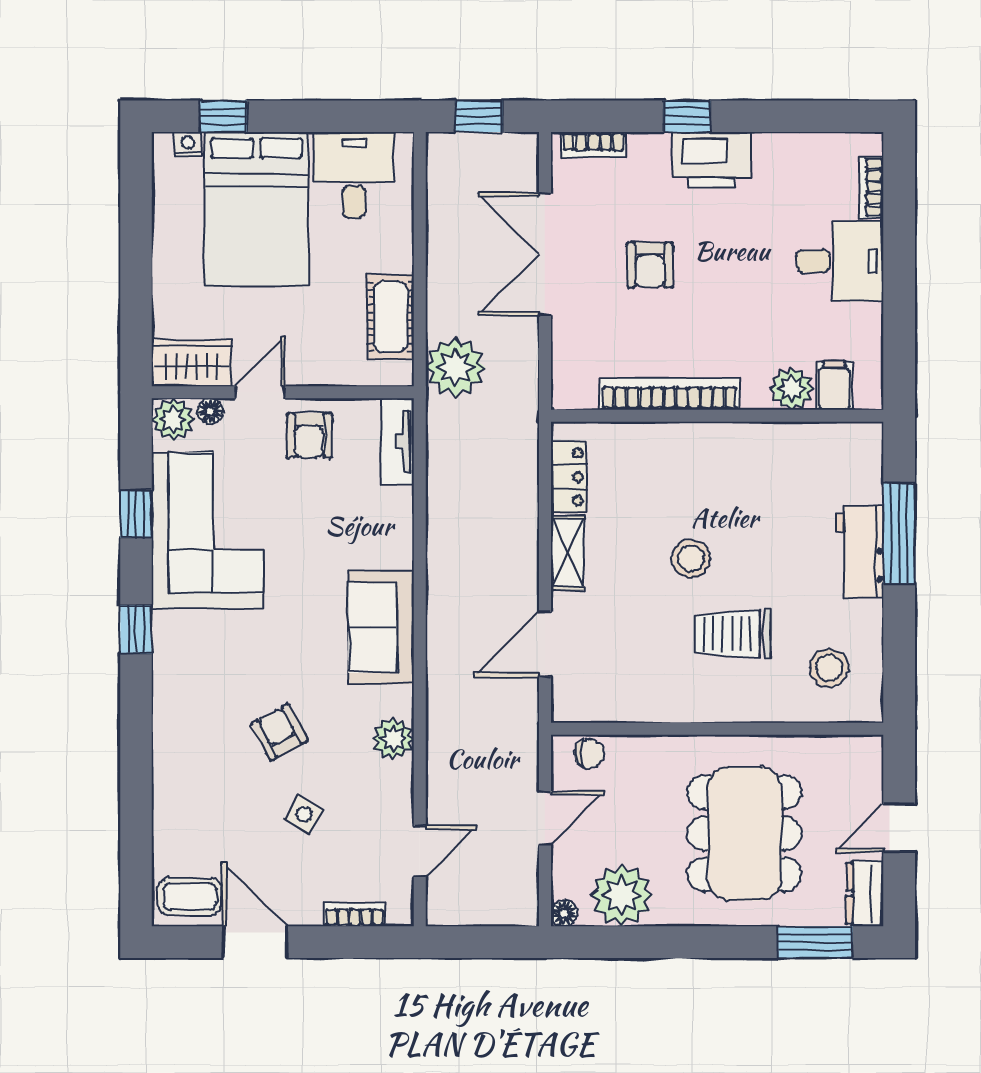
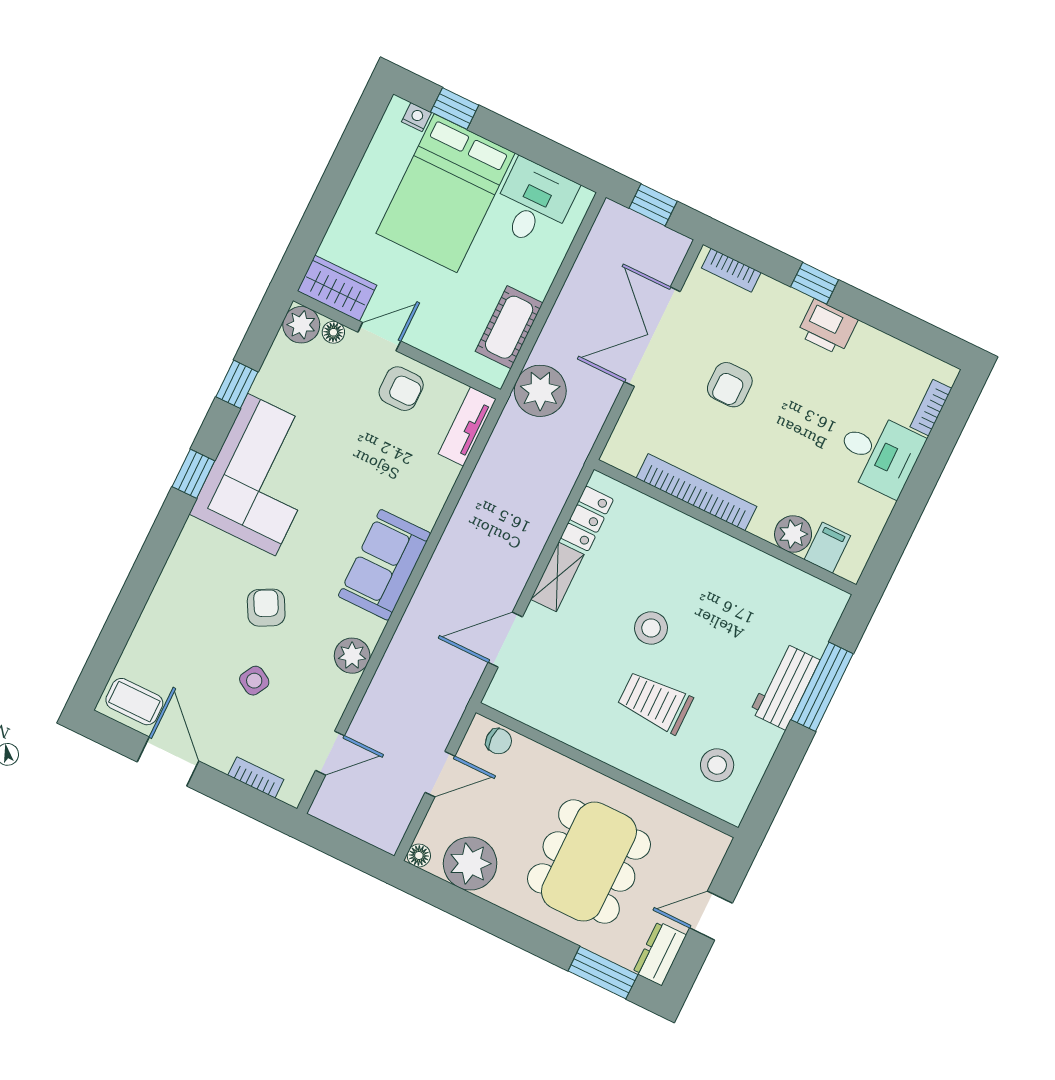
printer: (712, 160) -> (827, 327), width x0.73, depth x0.84
armchair: (309, 435) -> (401, 389), turned -90
corner sofa: (207, 531) -> (261, 475), moved

